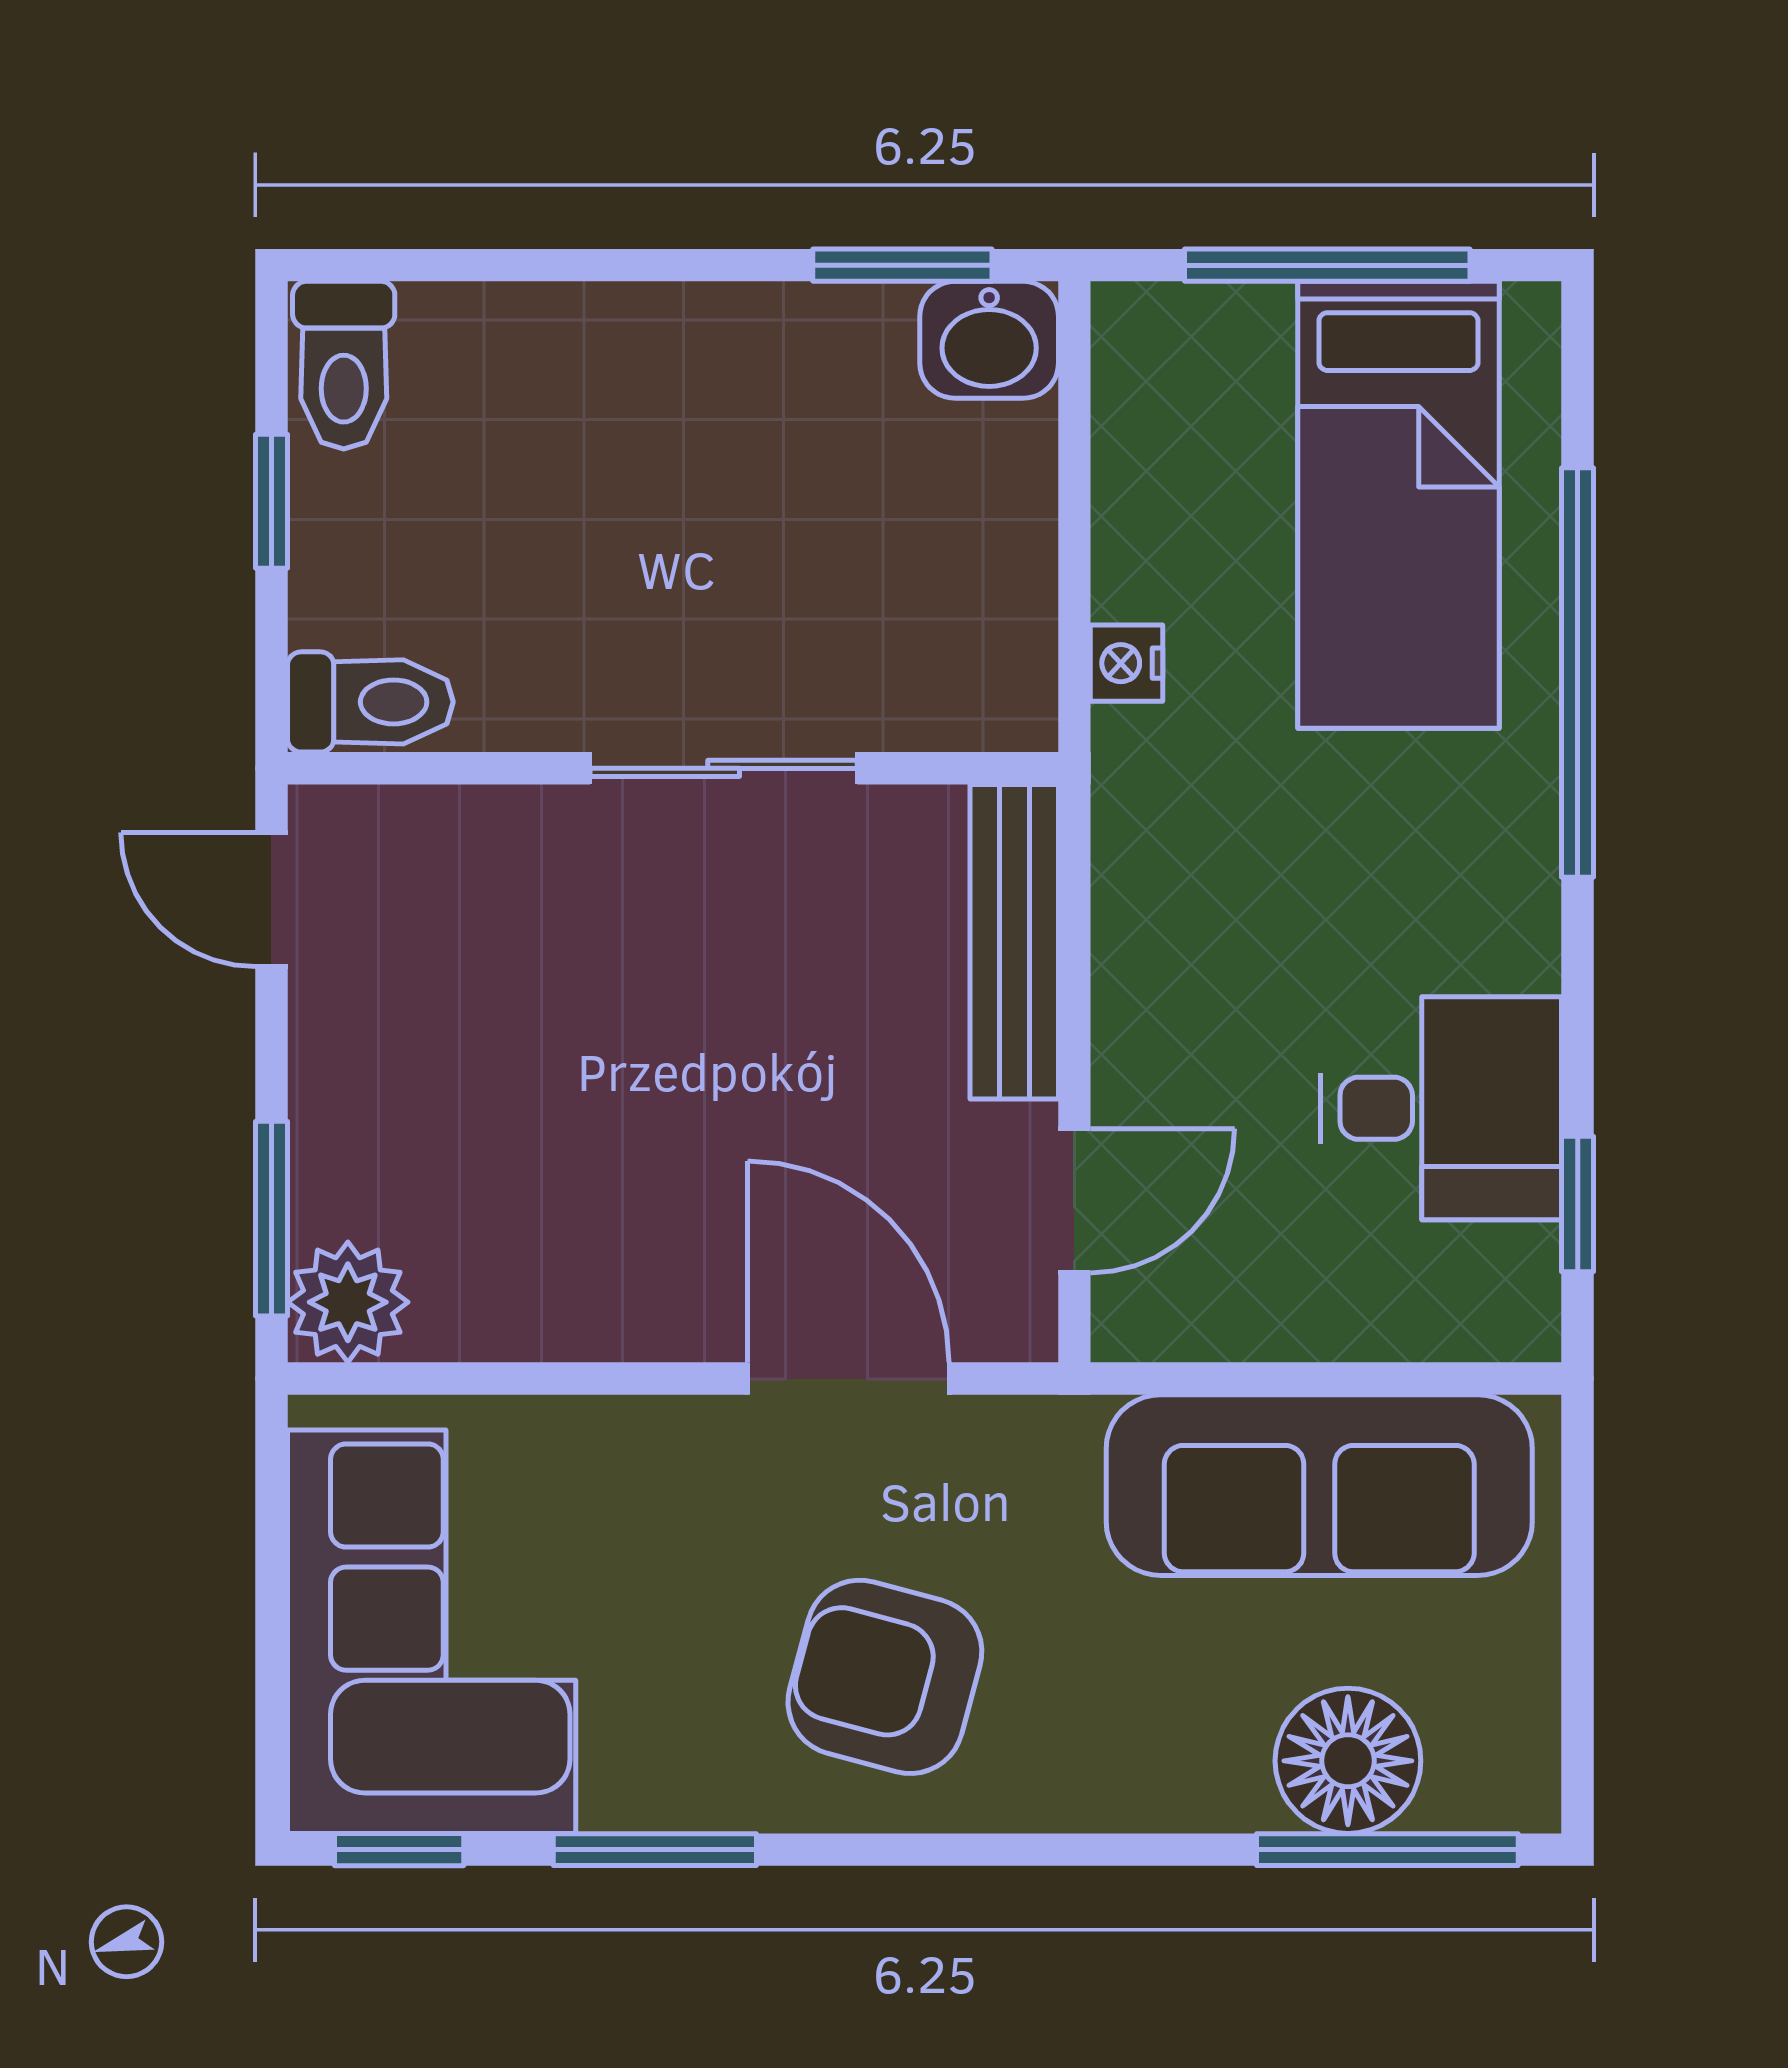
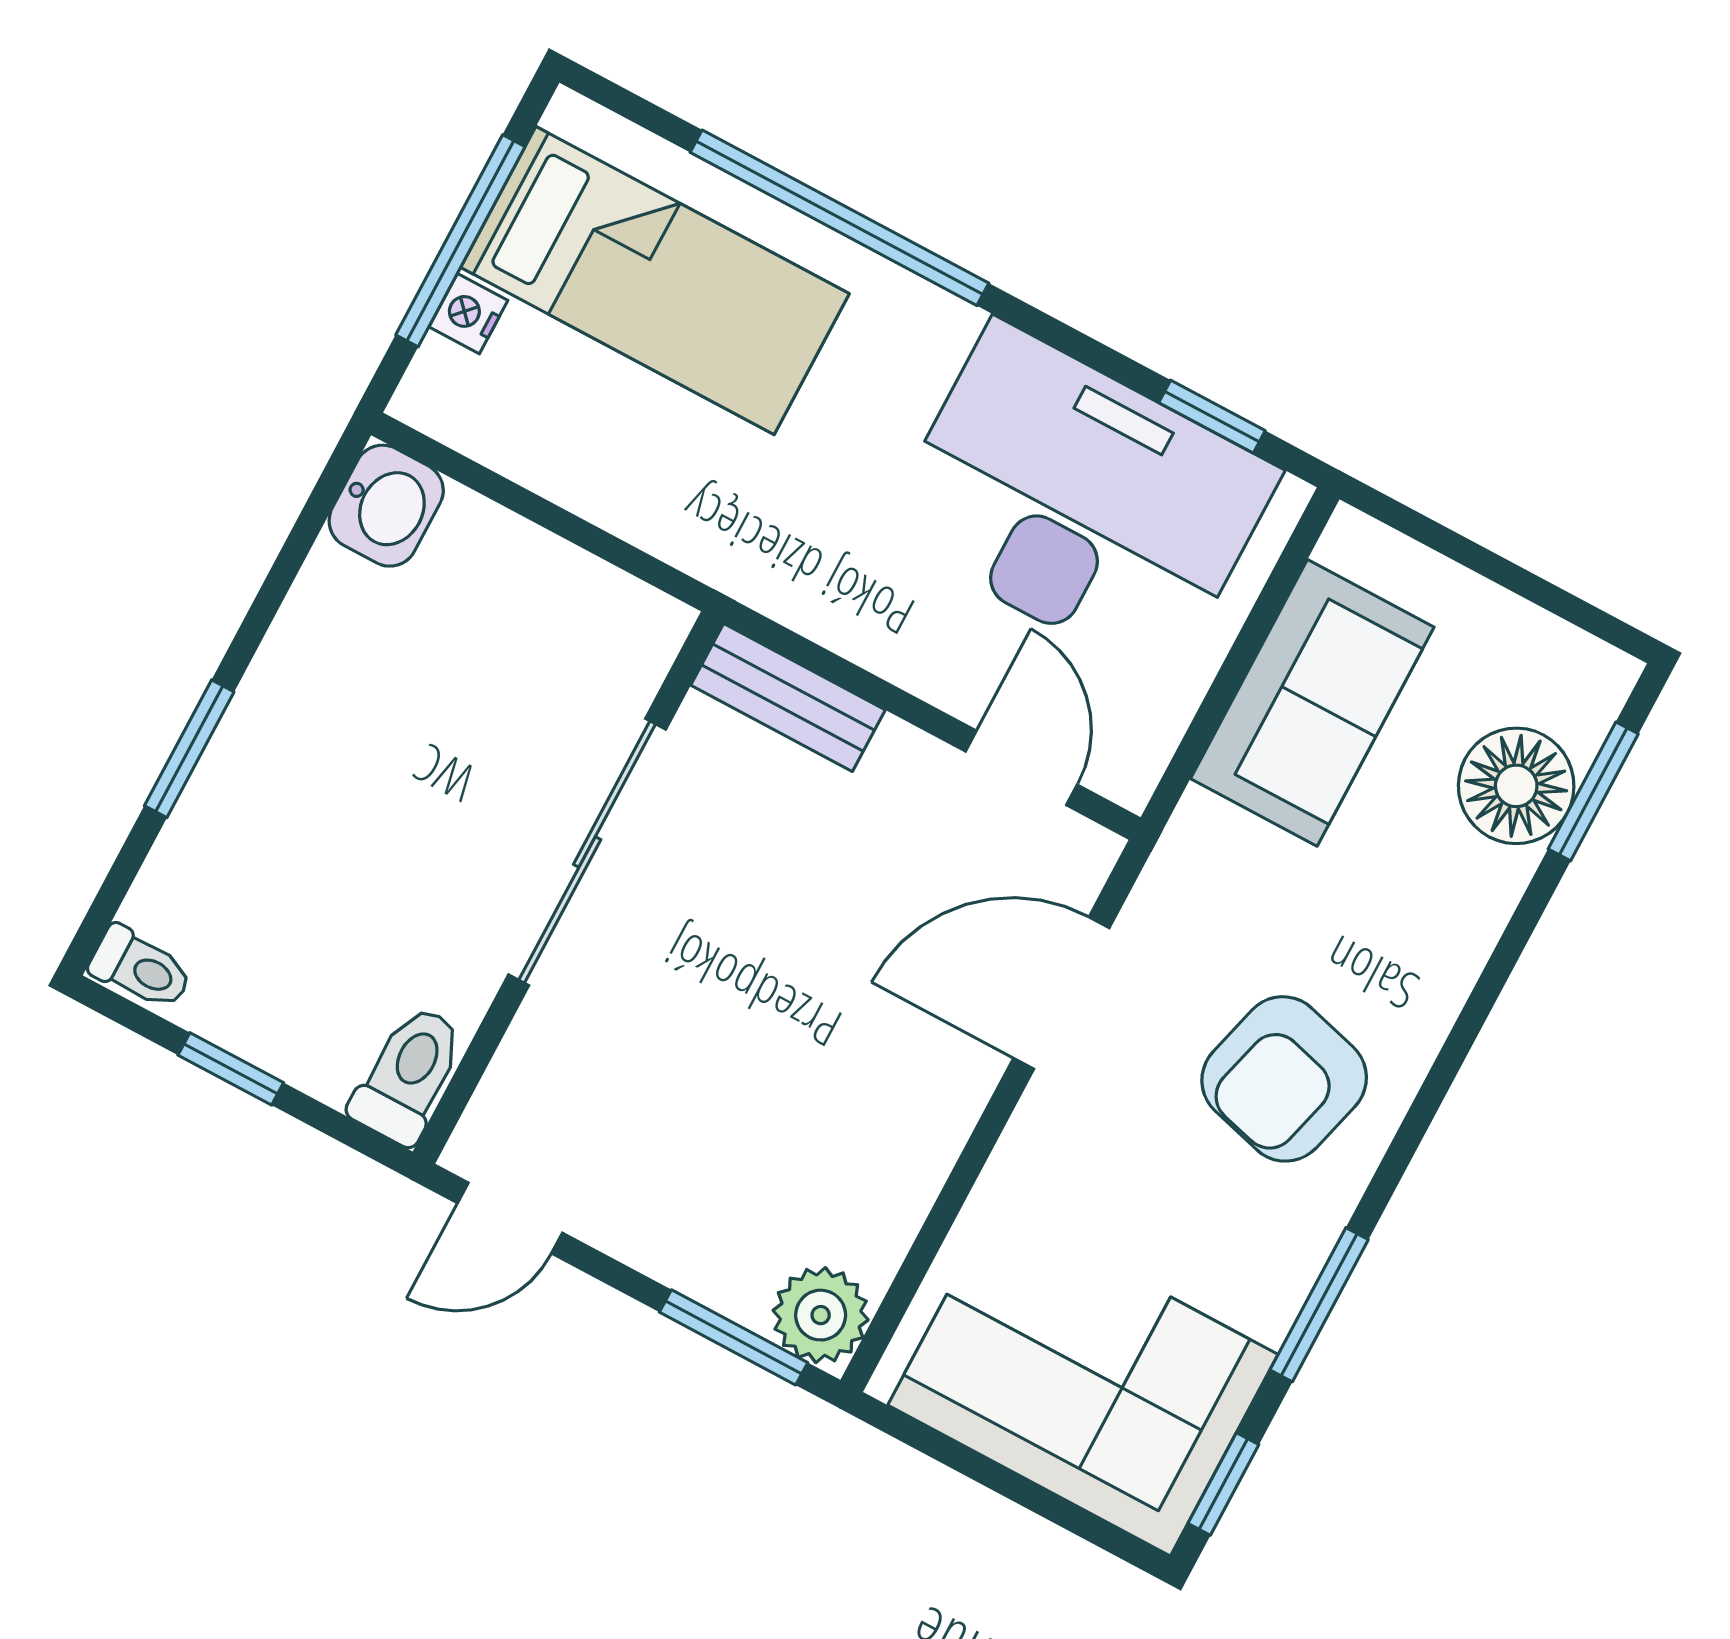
window: (902, 265) -> (189, 749), moved
toilet: (344, 365) -> (141, 968), width x0.73, depth x0.72
nightstand: (1127, 663) -> (468, 314), moved, turned 90
sliding door: (724, 768) -> (587, 852), width x1.37
bench: (1014, 942) -> (788, 698), width x0.73
desk: (1441, 1108) -> (1080, 502), width x1.87, depth x1.30
sofa: (1319, 1485) -> (1312, 703), width x0.73
window: (1387, 1850) -> (1593, 791), width x0.69

